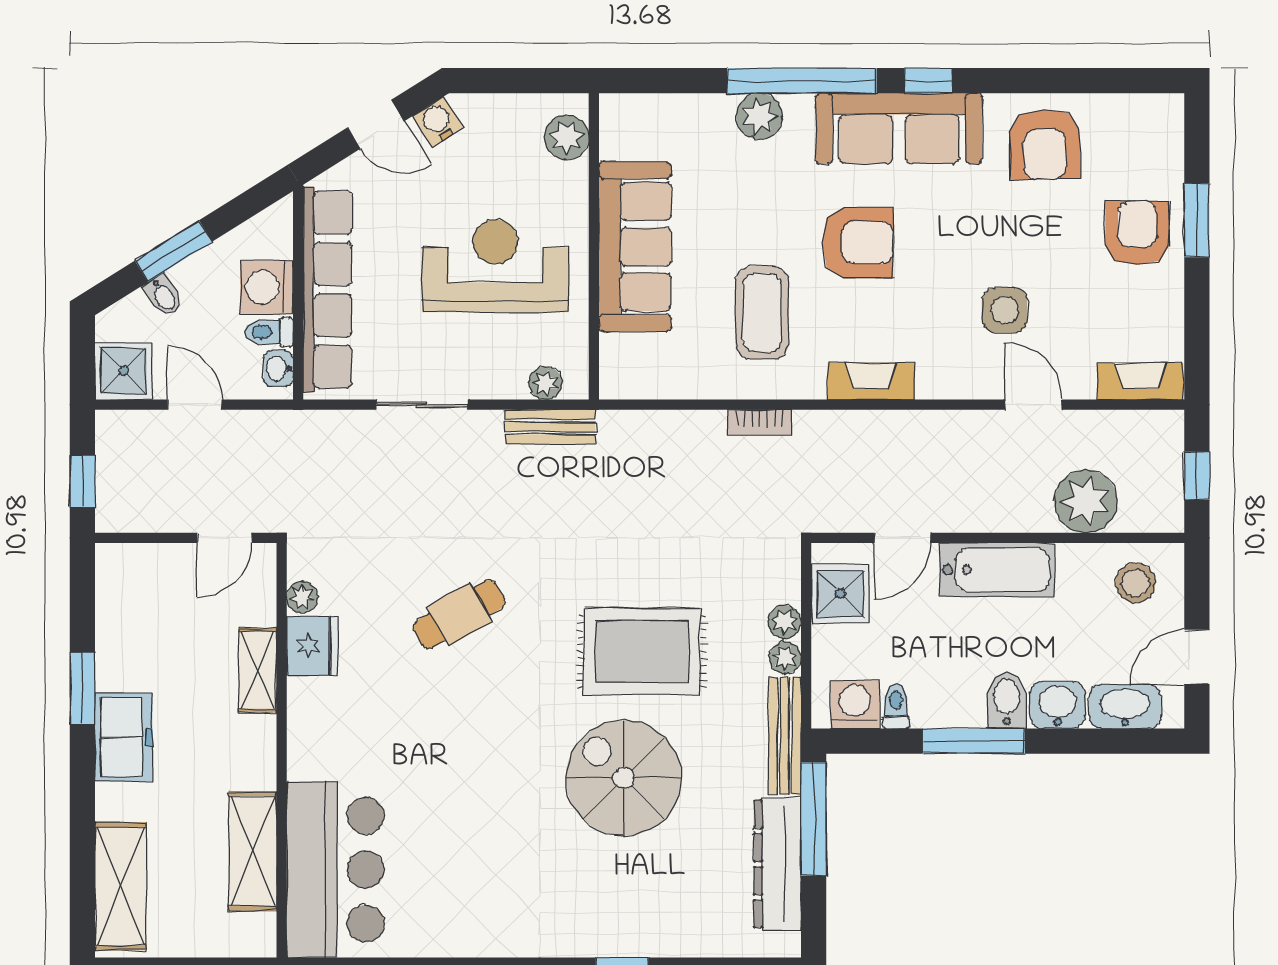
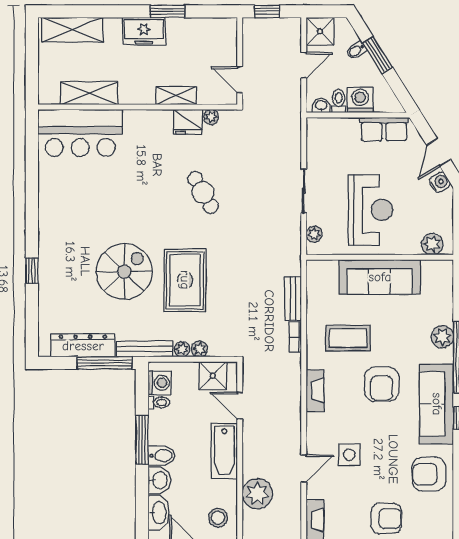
row of seats: (328, 290) -> (384, 129), width x0.50
sliding door: (422, 405) -> (304, 191), moved
bench: (550, 427) -> (293, 298), moved

